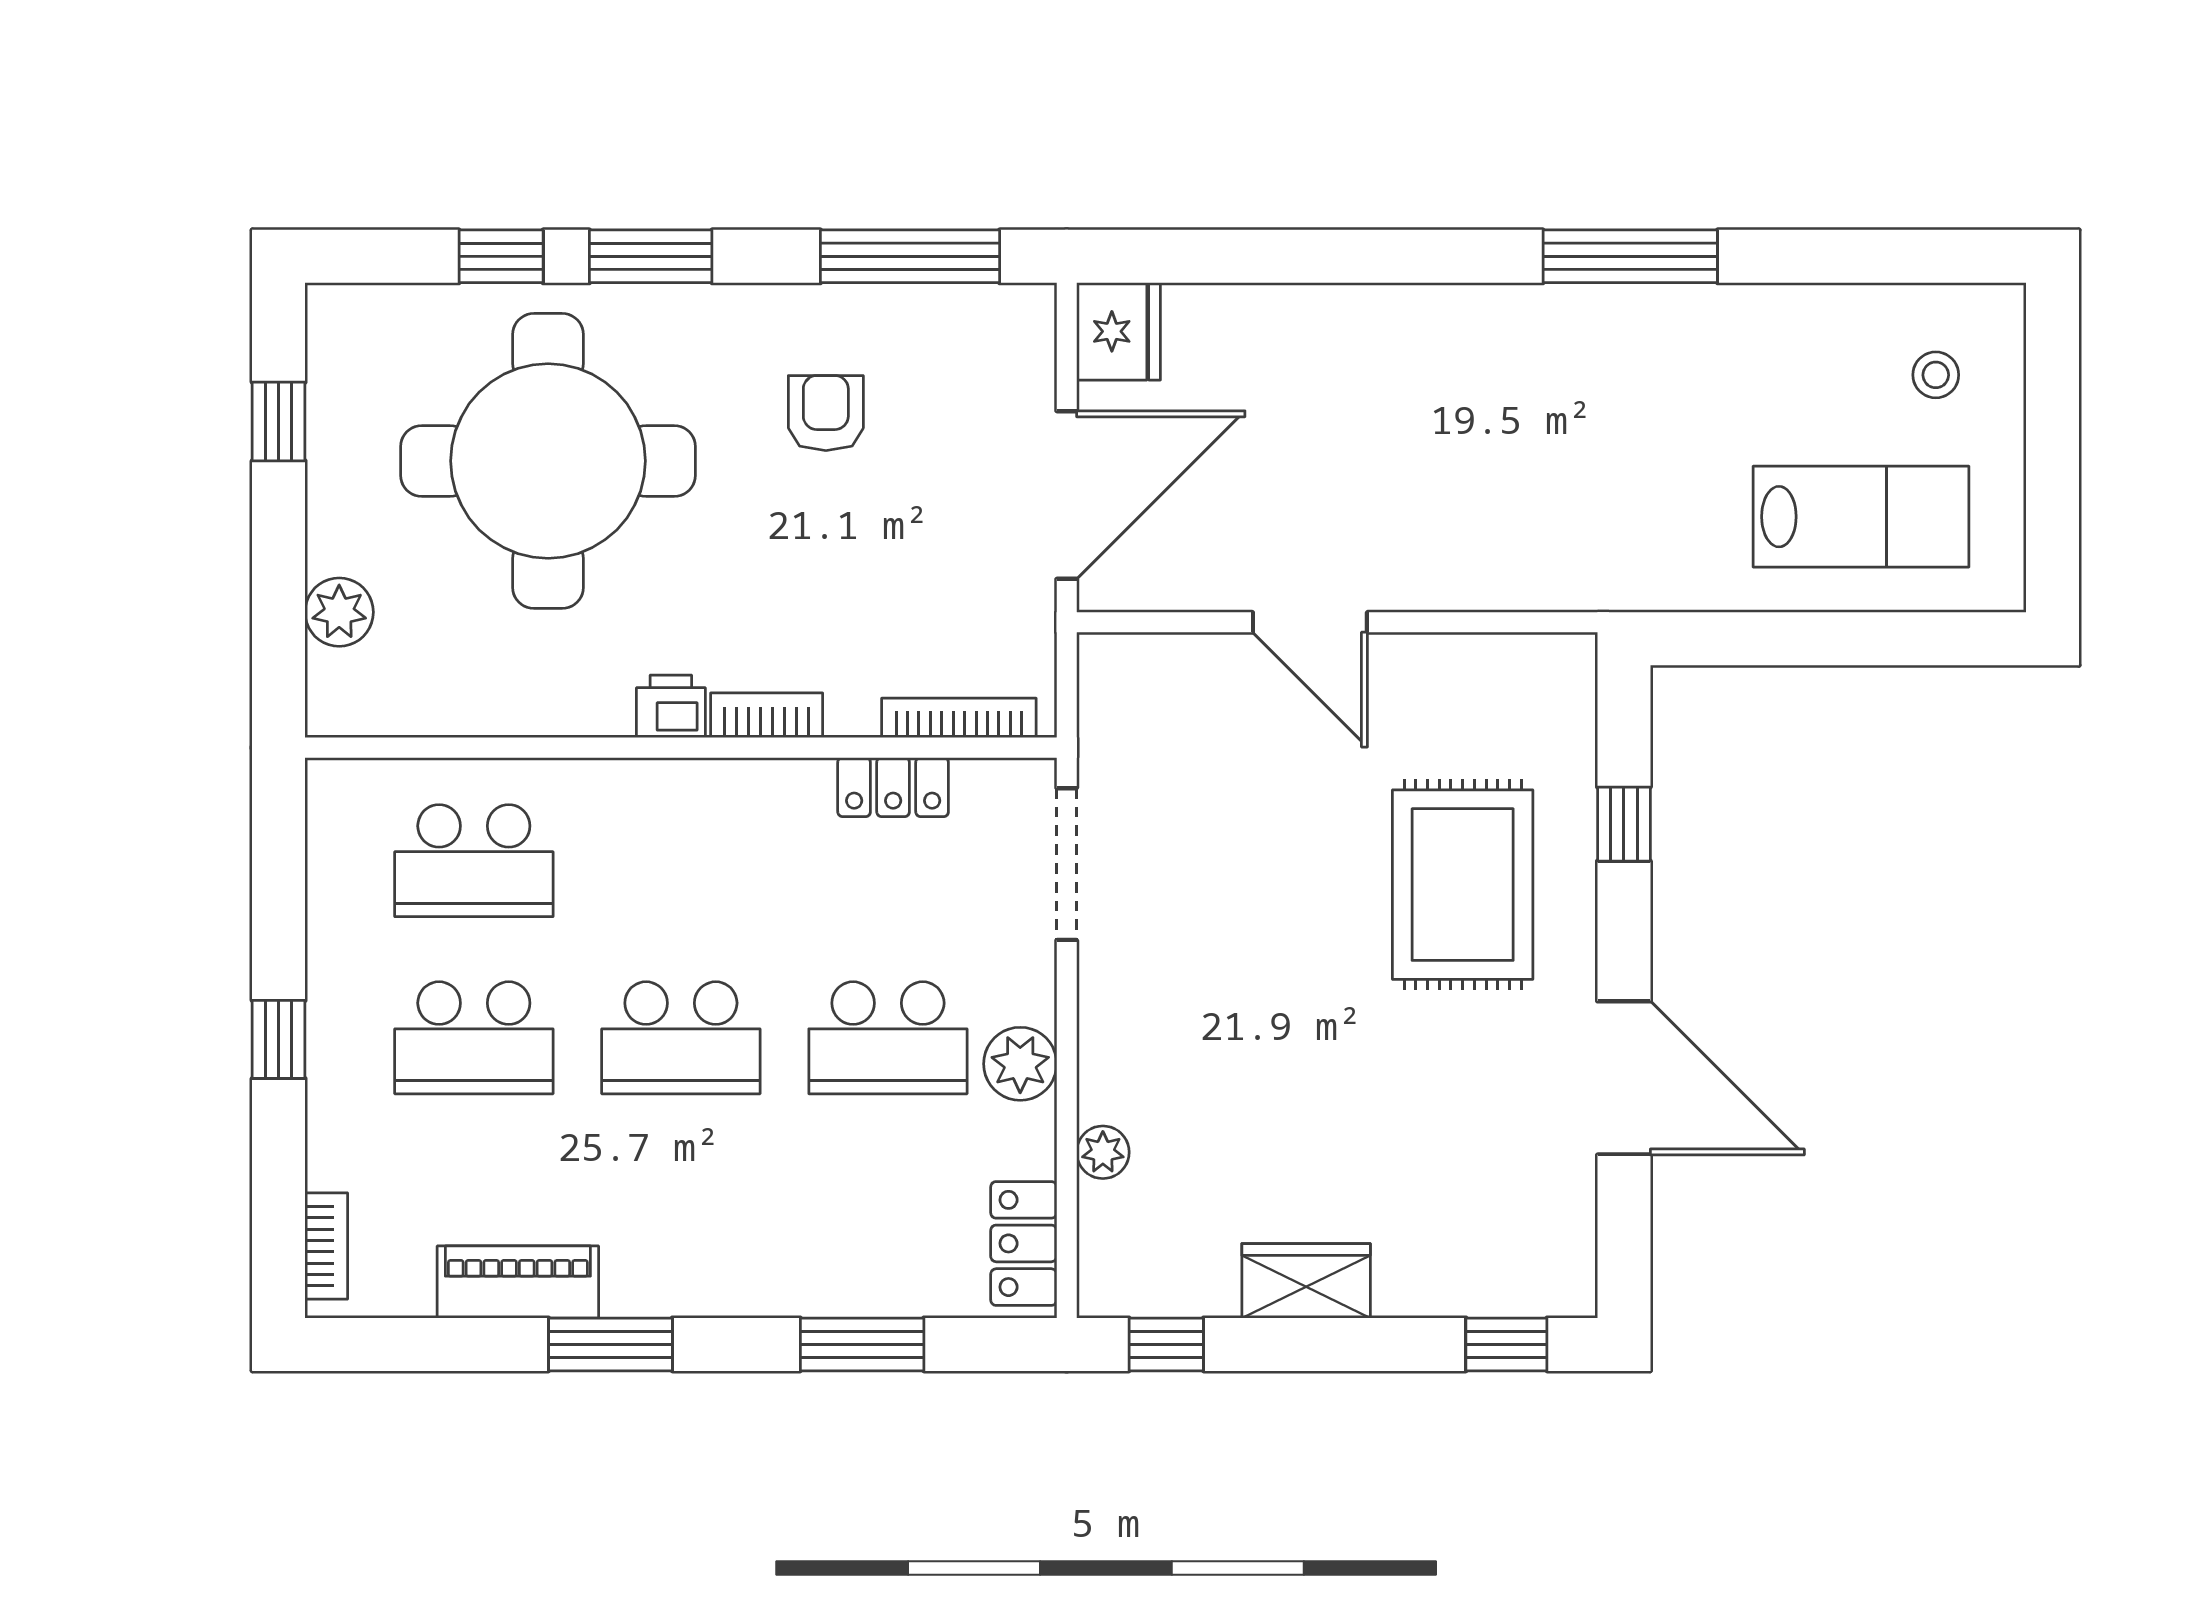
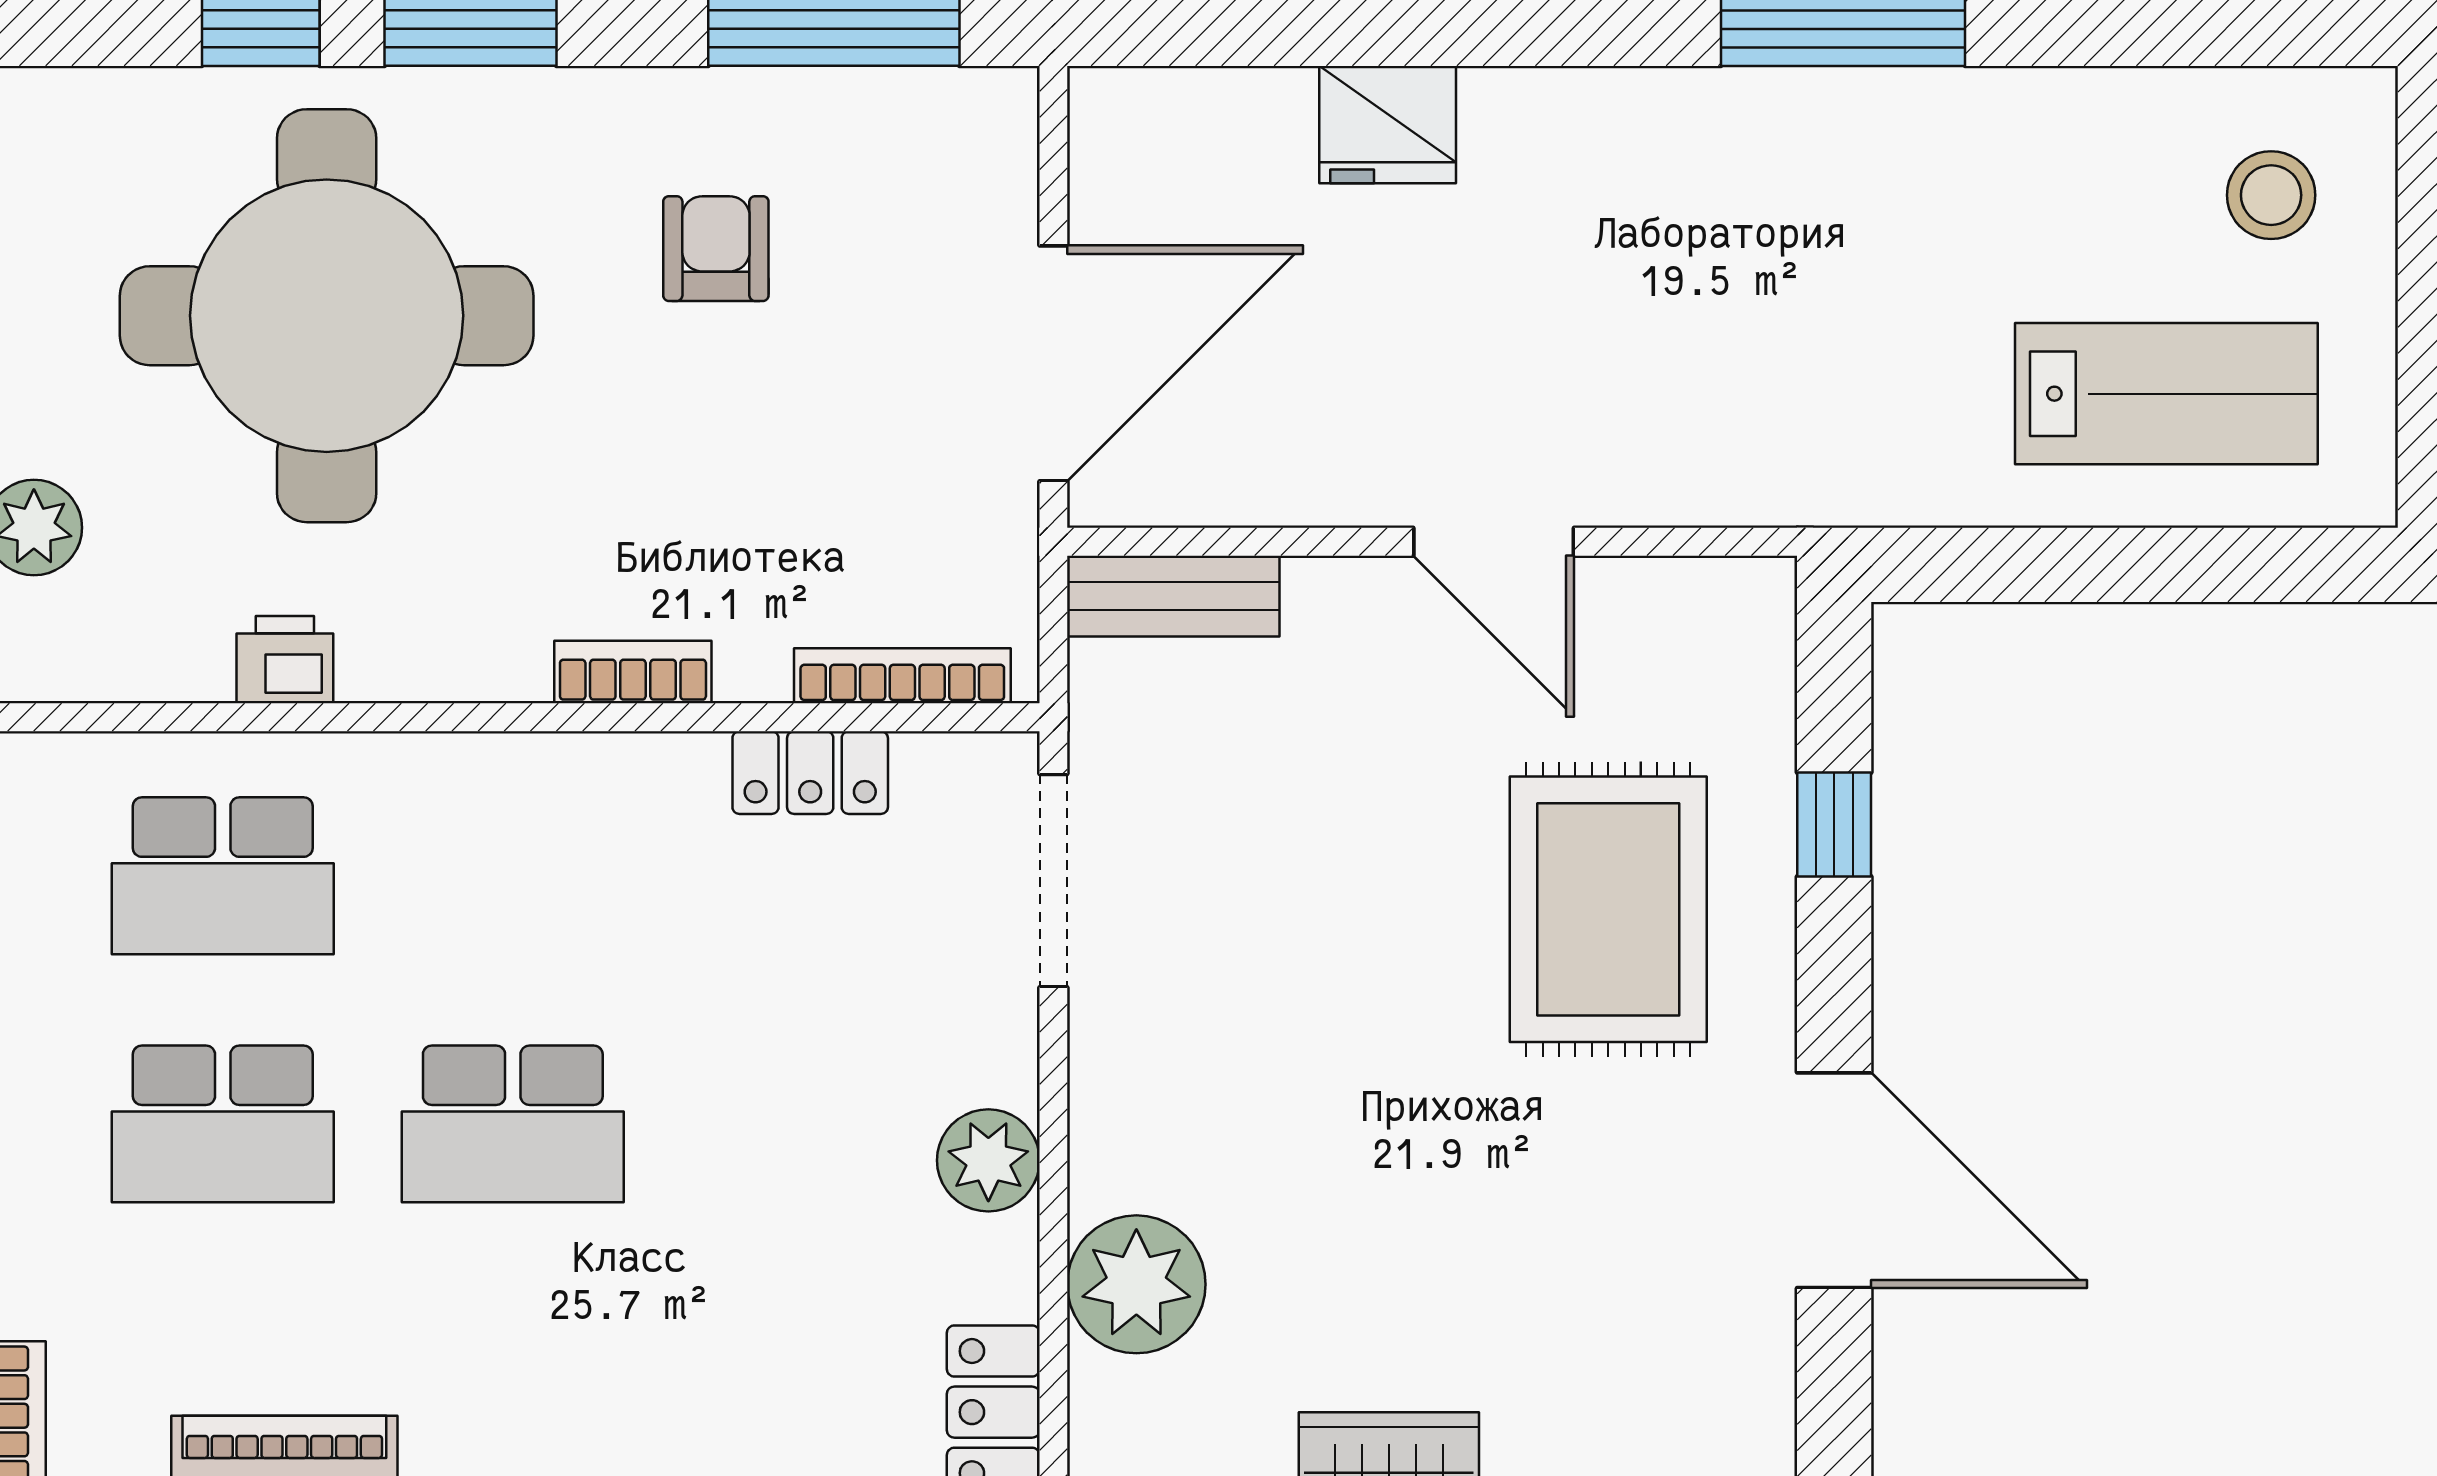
fridge: (1118, 331) -> (1388, 125), moved, turned 90
stool: (1936, 375) -> (2271, 195), width x1.37, depth x1.37
door: (1310, 622) -> (1494, 542), moved
bench: (1152, 661) -> (1173, 596), added
printer: (671, 706) -> (285, 660), moved
school desk: (888, 1038) -> (803, 1124), removed
plant: (1103, 1152) -> (1136, 1284), width x1.88, depth x1.88

